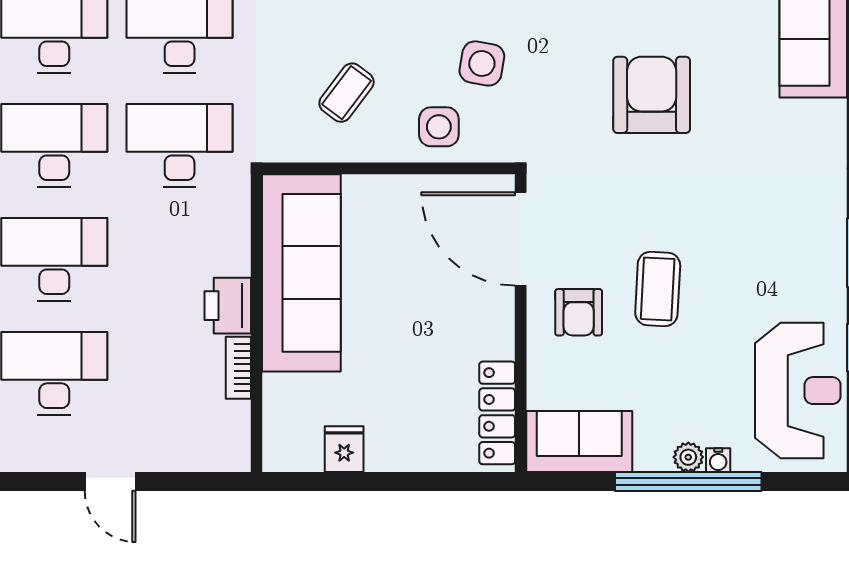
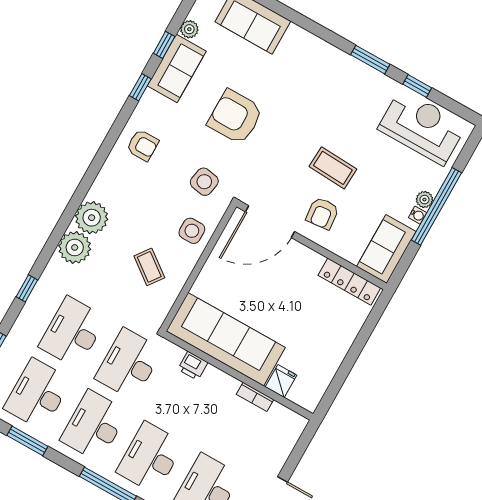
side table: (482, 63) -> (204, 182), moved
printer: (228, 306) -> (193, 366), moved, width x0.73, depth x0.81
armchair: (579, 312) -> (322, 213), turned 84
fridge: (344, 449) -> (281, 381), moved, turned 90
water cooler: (718, 460) -> (418, 215), moved

